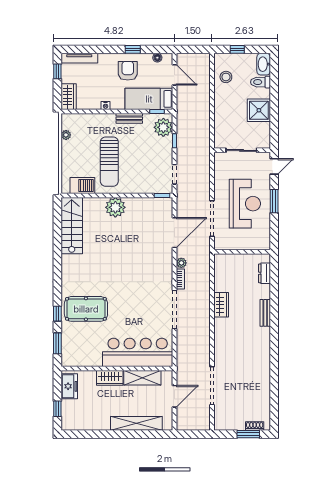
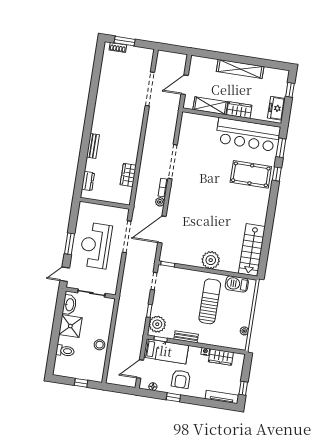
washbasin: (264, 64) -> (69, 305), moved
door: (174, 75) -> (140, 369), hinge flipped
stool: (226, 77) -> (100, 345), moved
wardrobe: (69, 97) -> (221, 357), moved, turned -90
wardrobe: (221, 305) -> (128, 175), moved
bar counter: (138, 352) -> (248, 135), moved
shelving: (136, 423) -> (240, 69), moved

